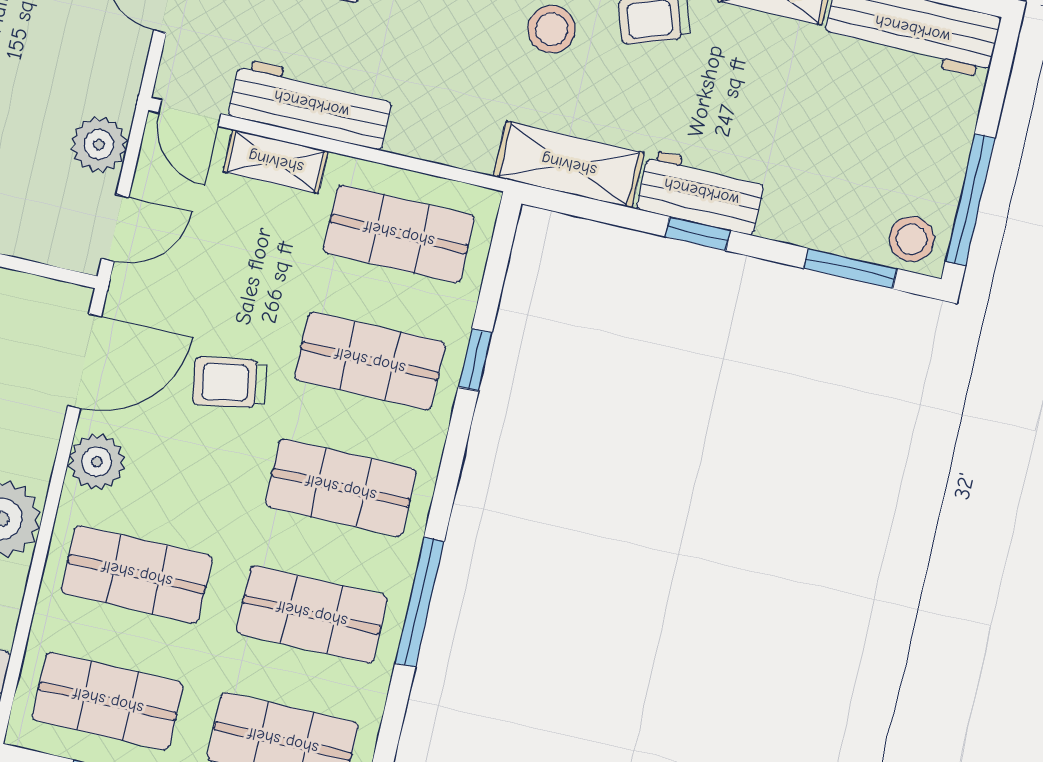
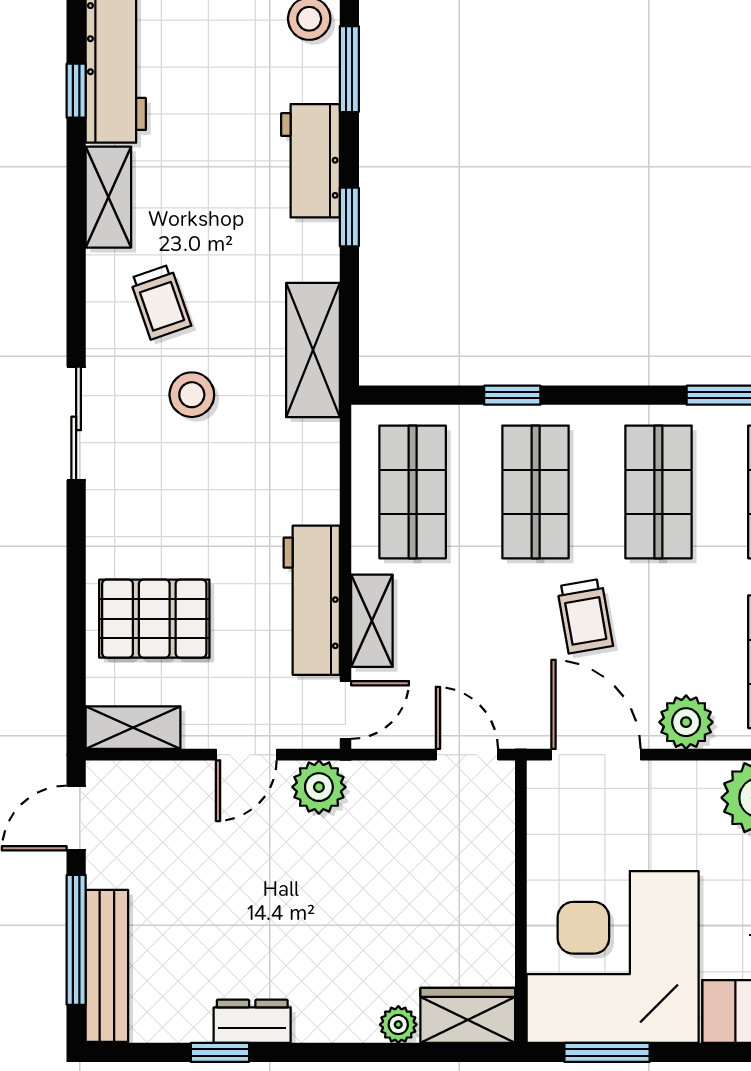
plant: (99, 145) -> (319, 787), moved
workbench: (701, 192) -> (311, 161), moved

